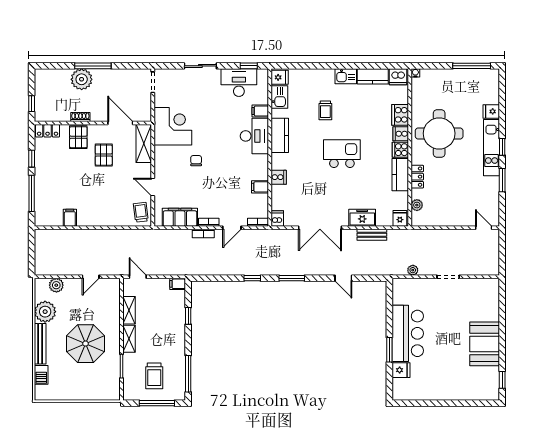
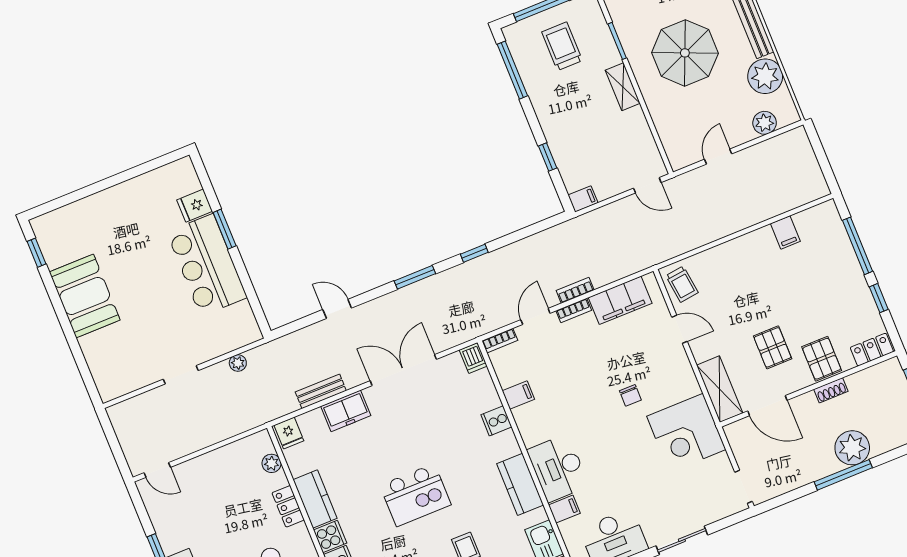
shelving: (129, 310) -> (640, 130), removed

